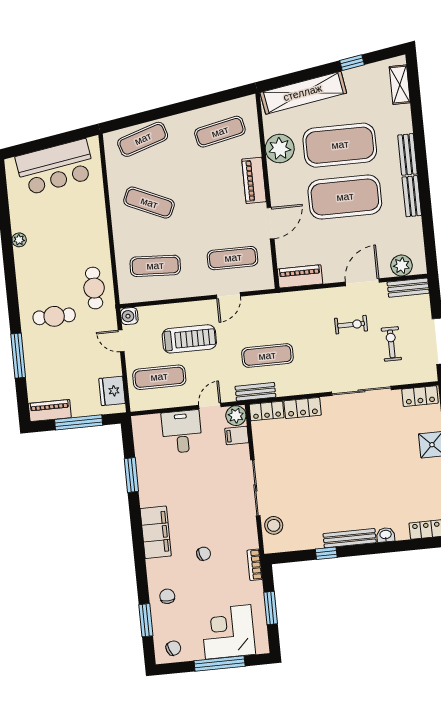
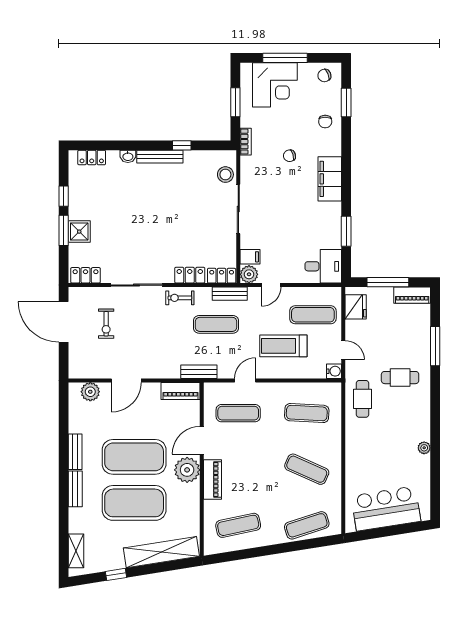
plant: (280, 149) -> (187, 470), moved
bench: (408, 288) -> (199, 372), moved
exercise bike: (351, 325) -> (180, 298), moved
desk: (182, 432) -> (323, 266), moved, turned -90

